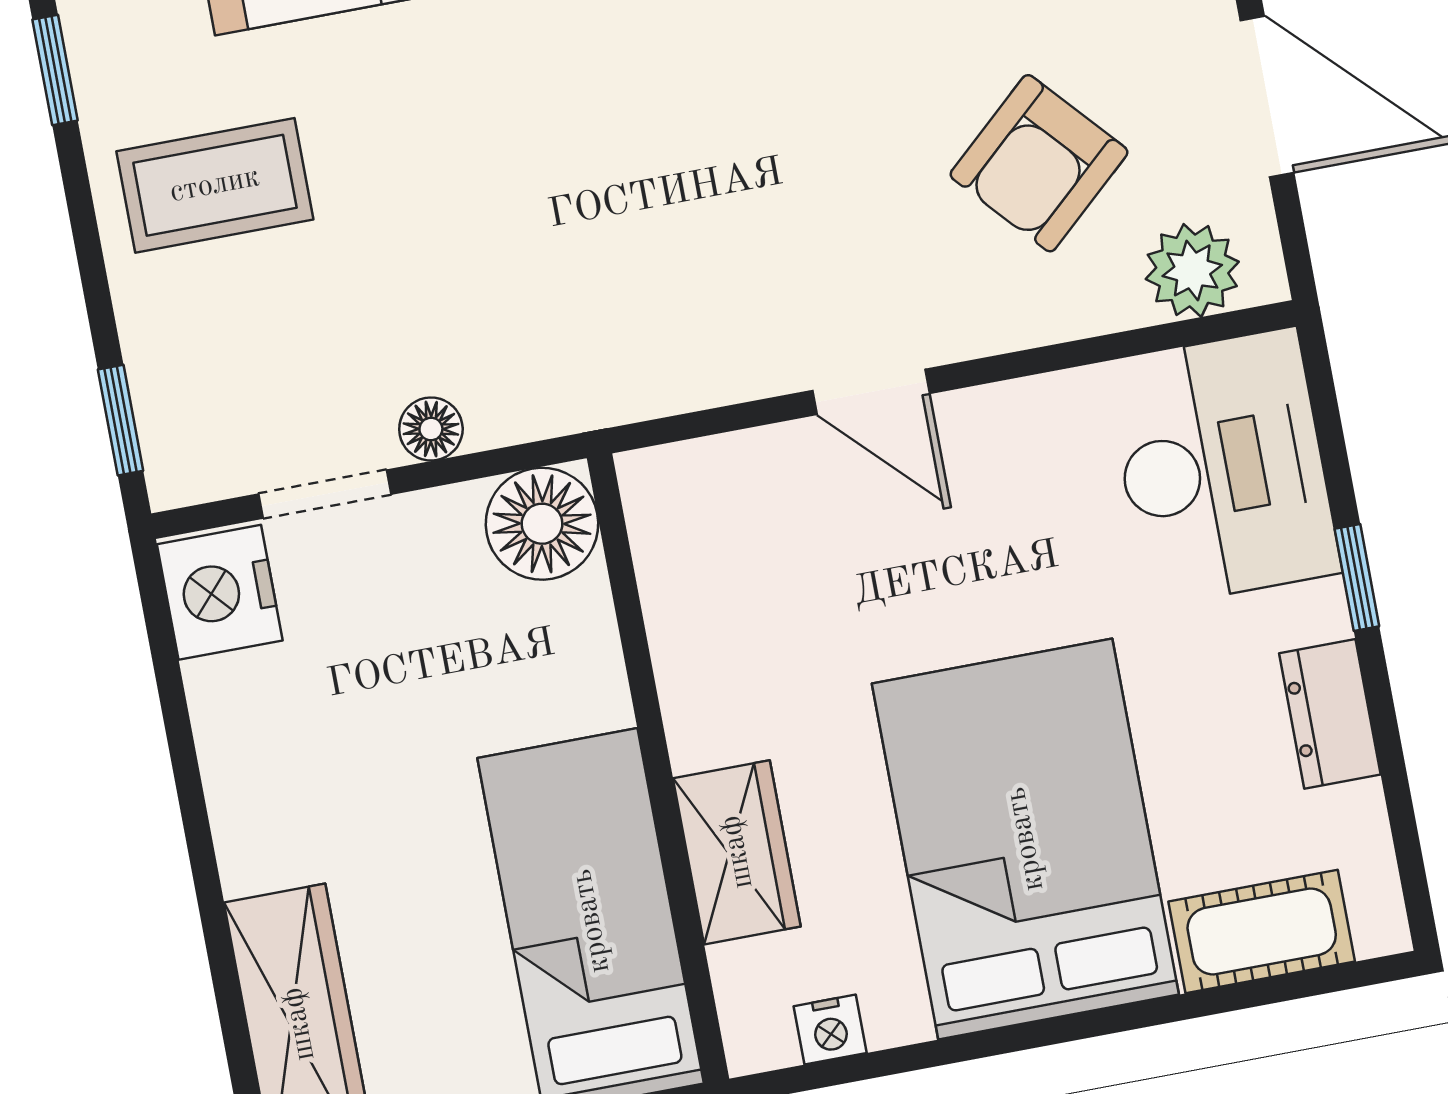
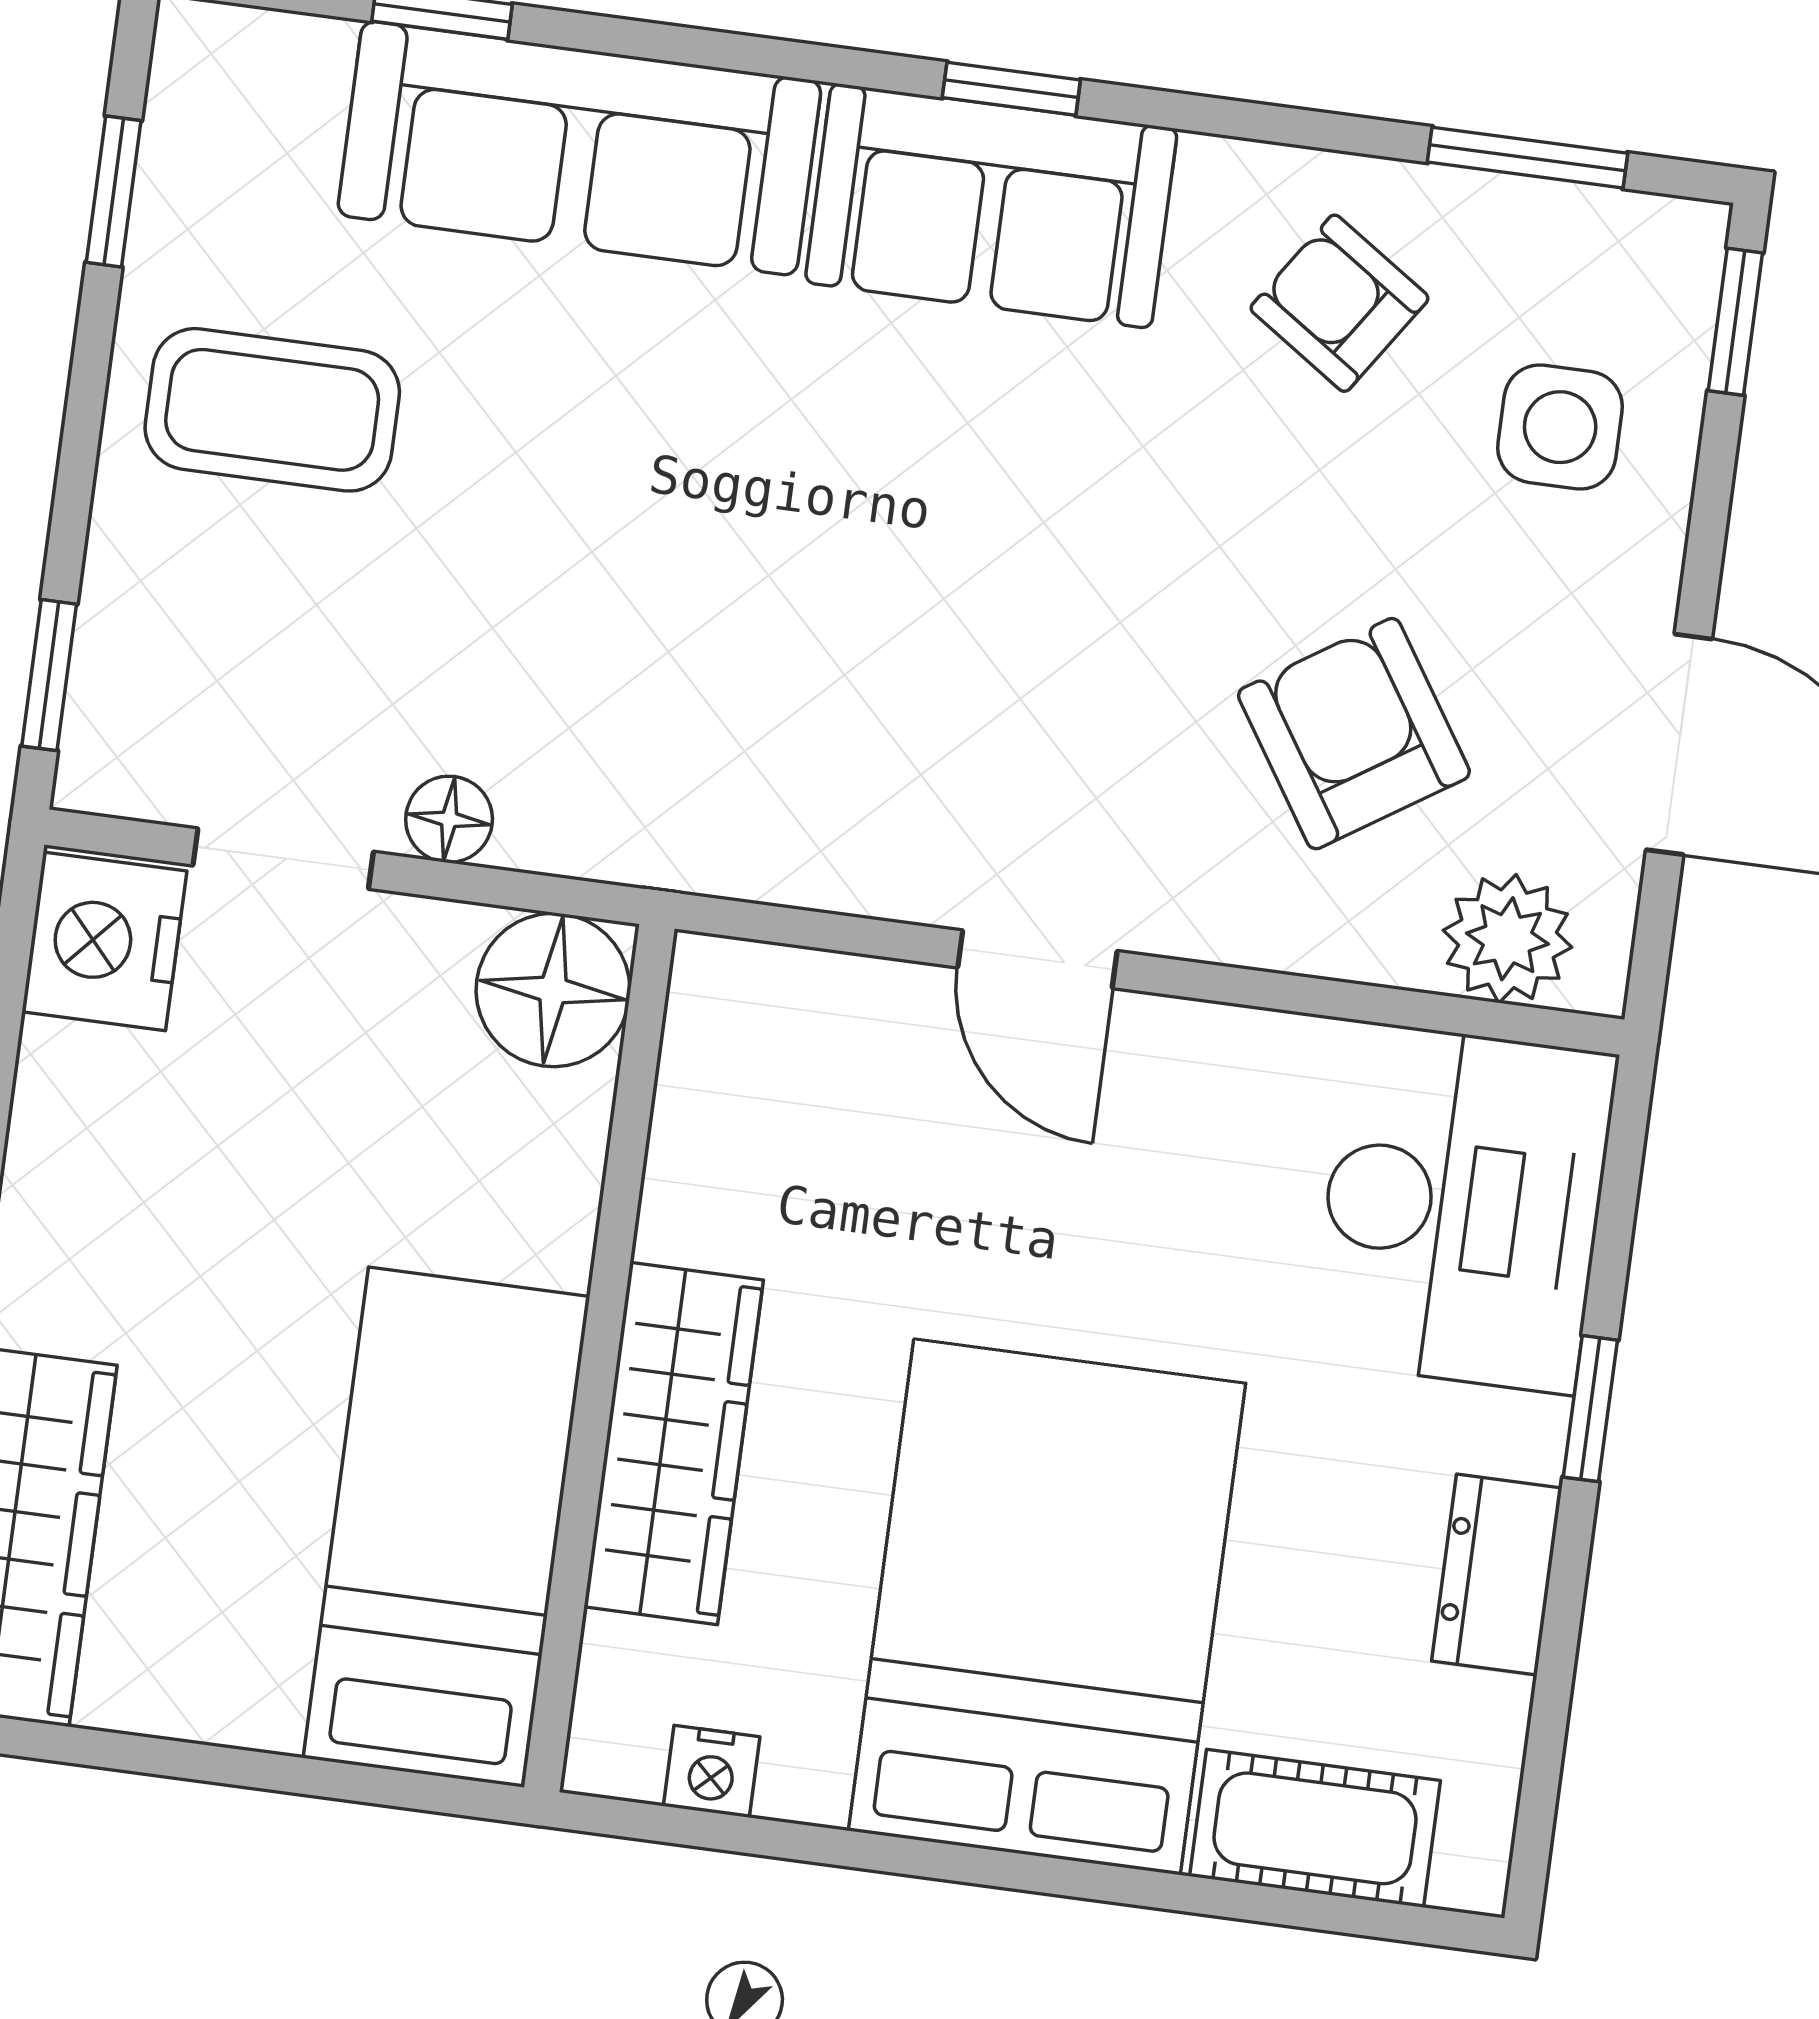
armchair: (1039, 163) -> (1354, 734), turned 99
wardrobe: (737, 852) -> (674, 1443), width x1.50

